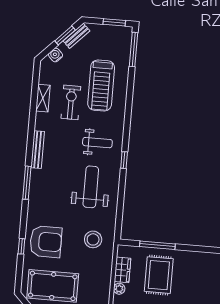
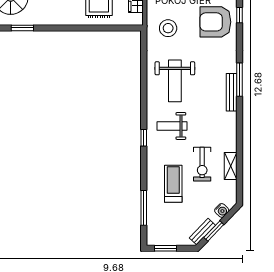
window: (134, 50) -> (144, 208), moved
treadmill: (101, 85) -> (173, 184), width x0.73, depth x0.73
bench: (38, 150) -> (232, 92), moved
window: (124, 160) -> (144, 138), moved
window: (157, 245) -> (103, 28), removed

